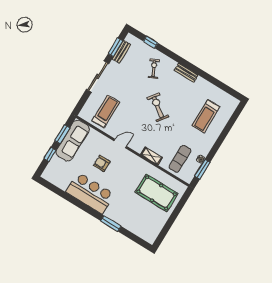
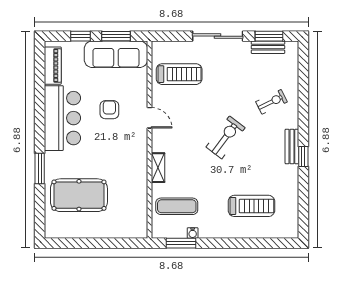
window: (151, 42) -> (303, 156), moved
treadmill: (206, 116) -> (251, 206), turned 180
piano: (57, 180) -> (53, 66), added
pool table: (157, 193) -> (79, 195), moved, turned 90

